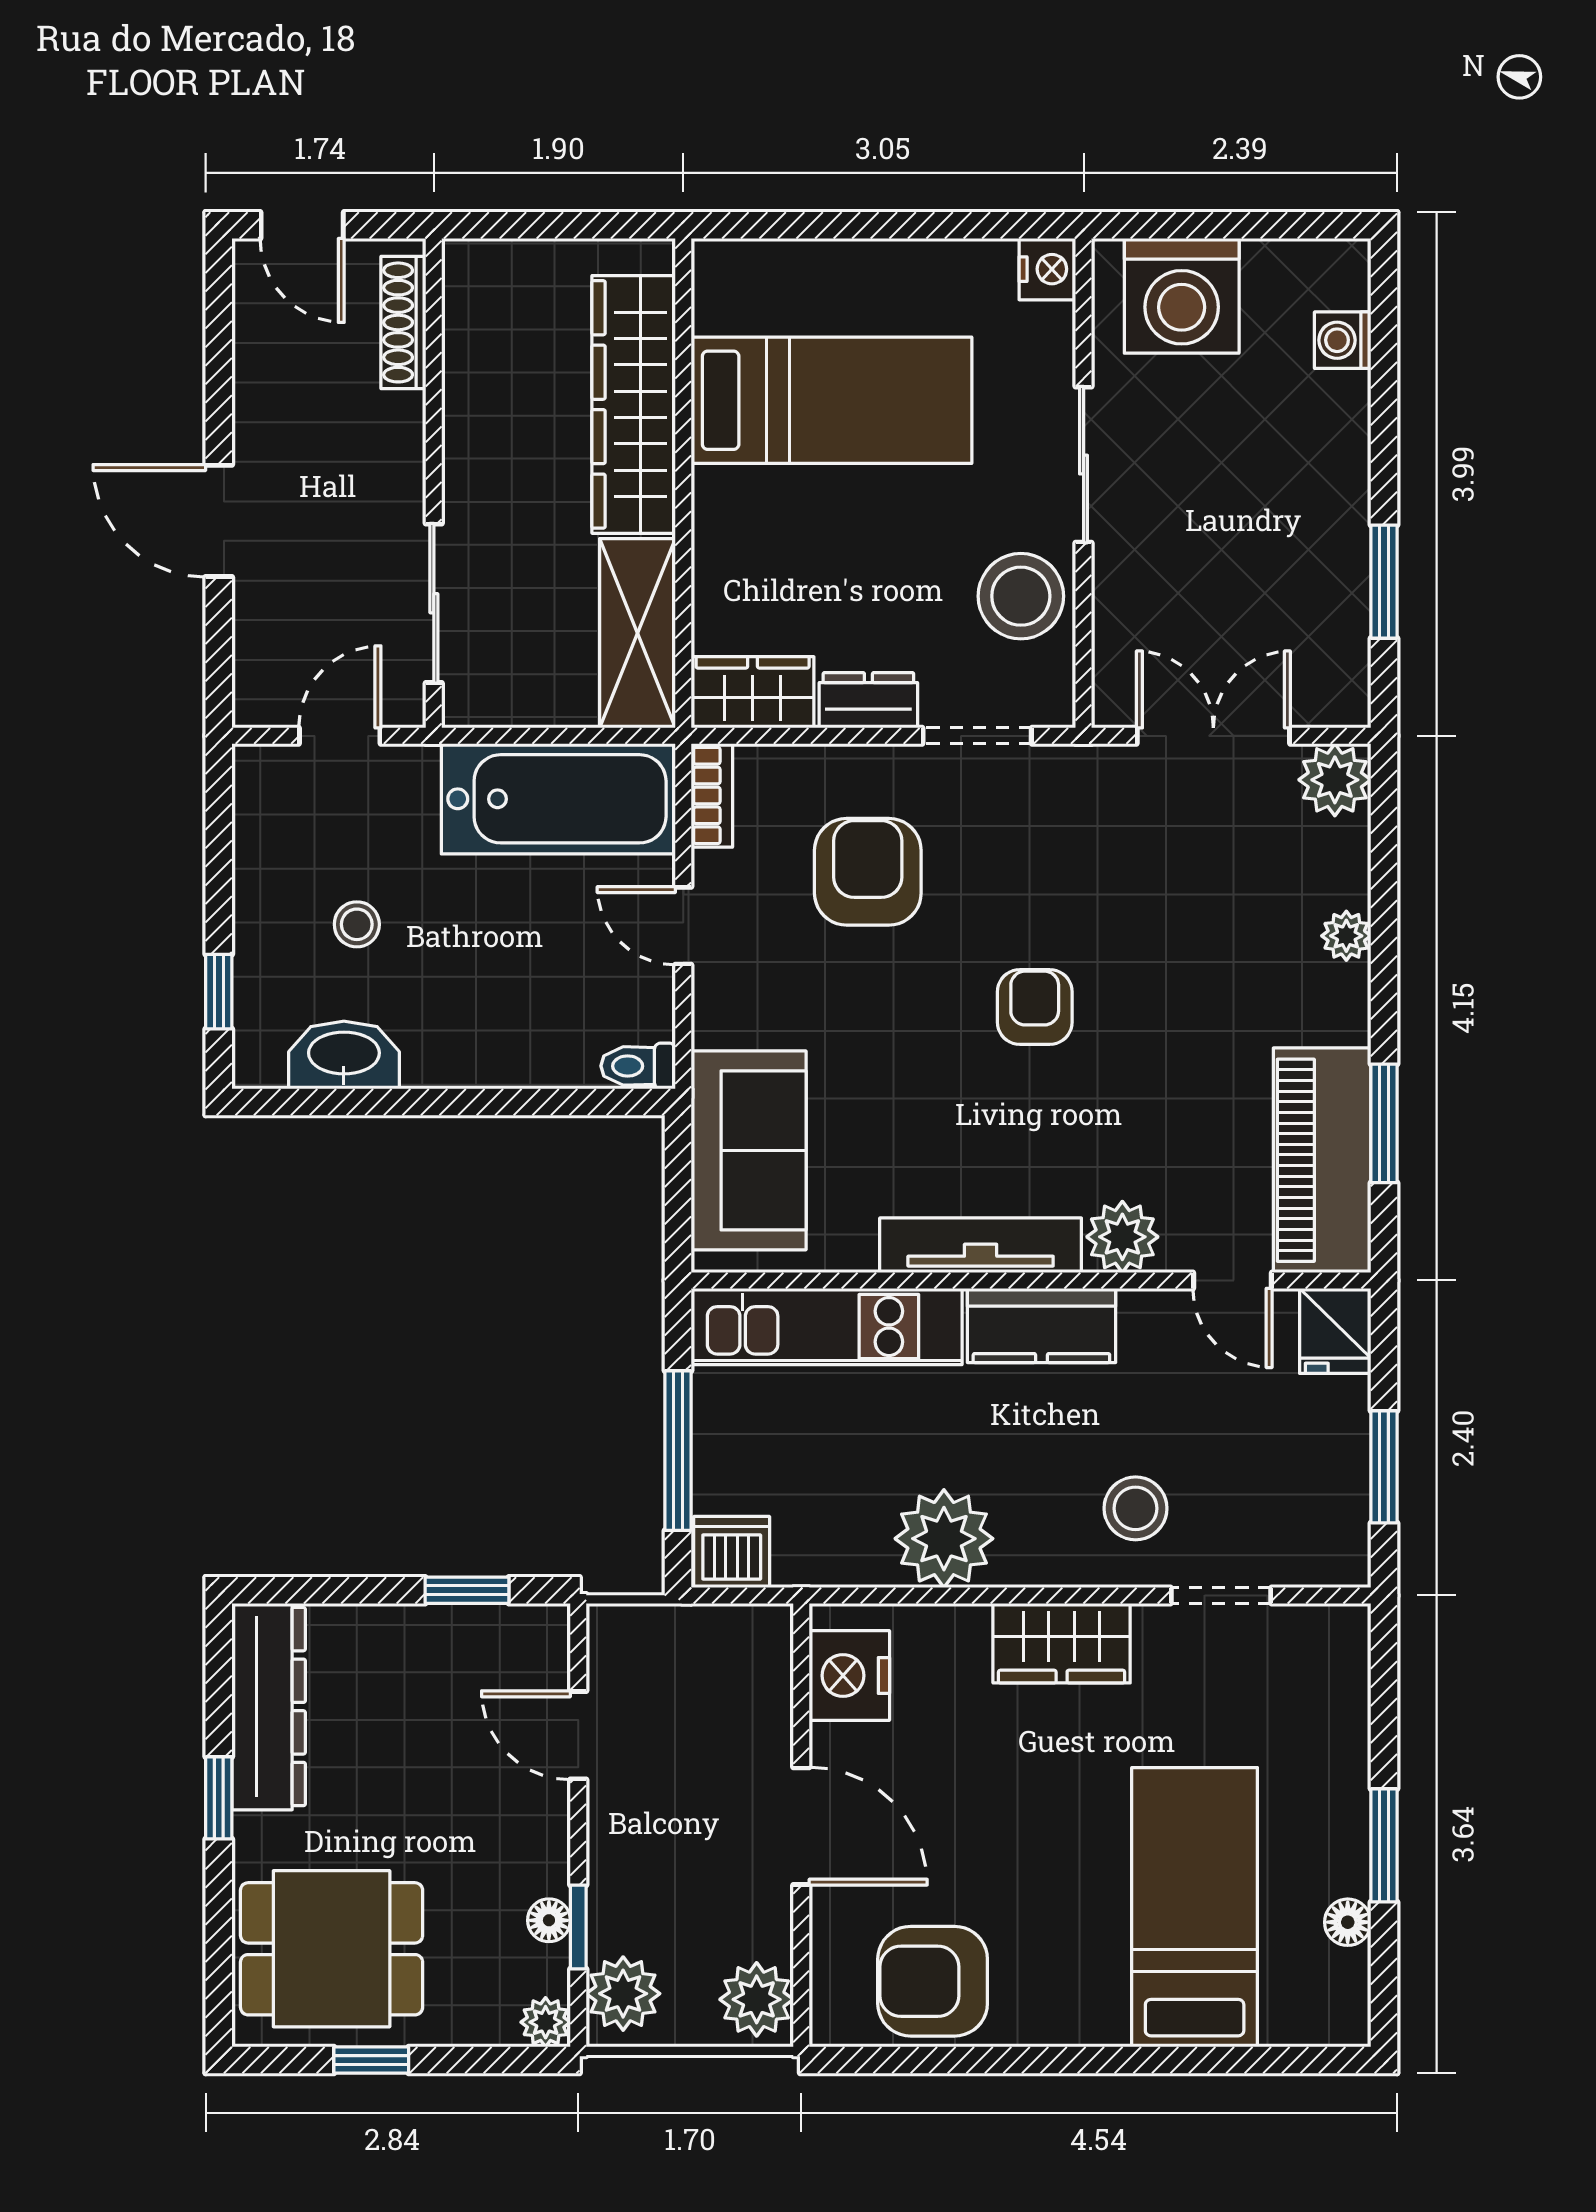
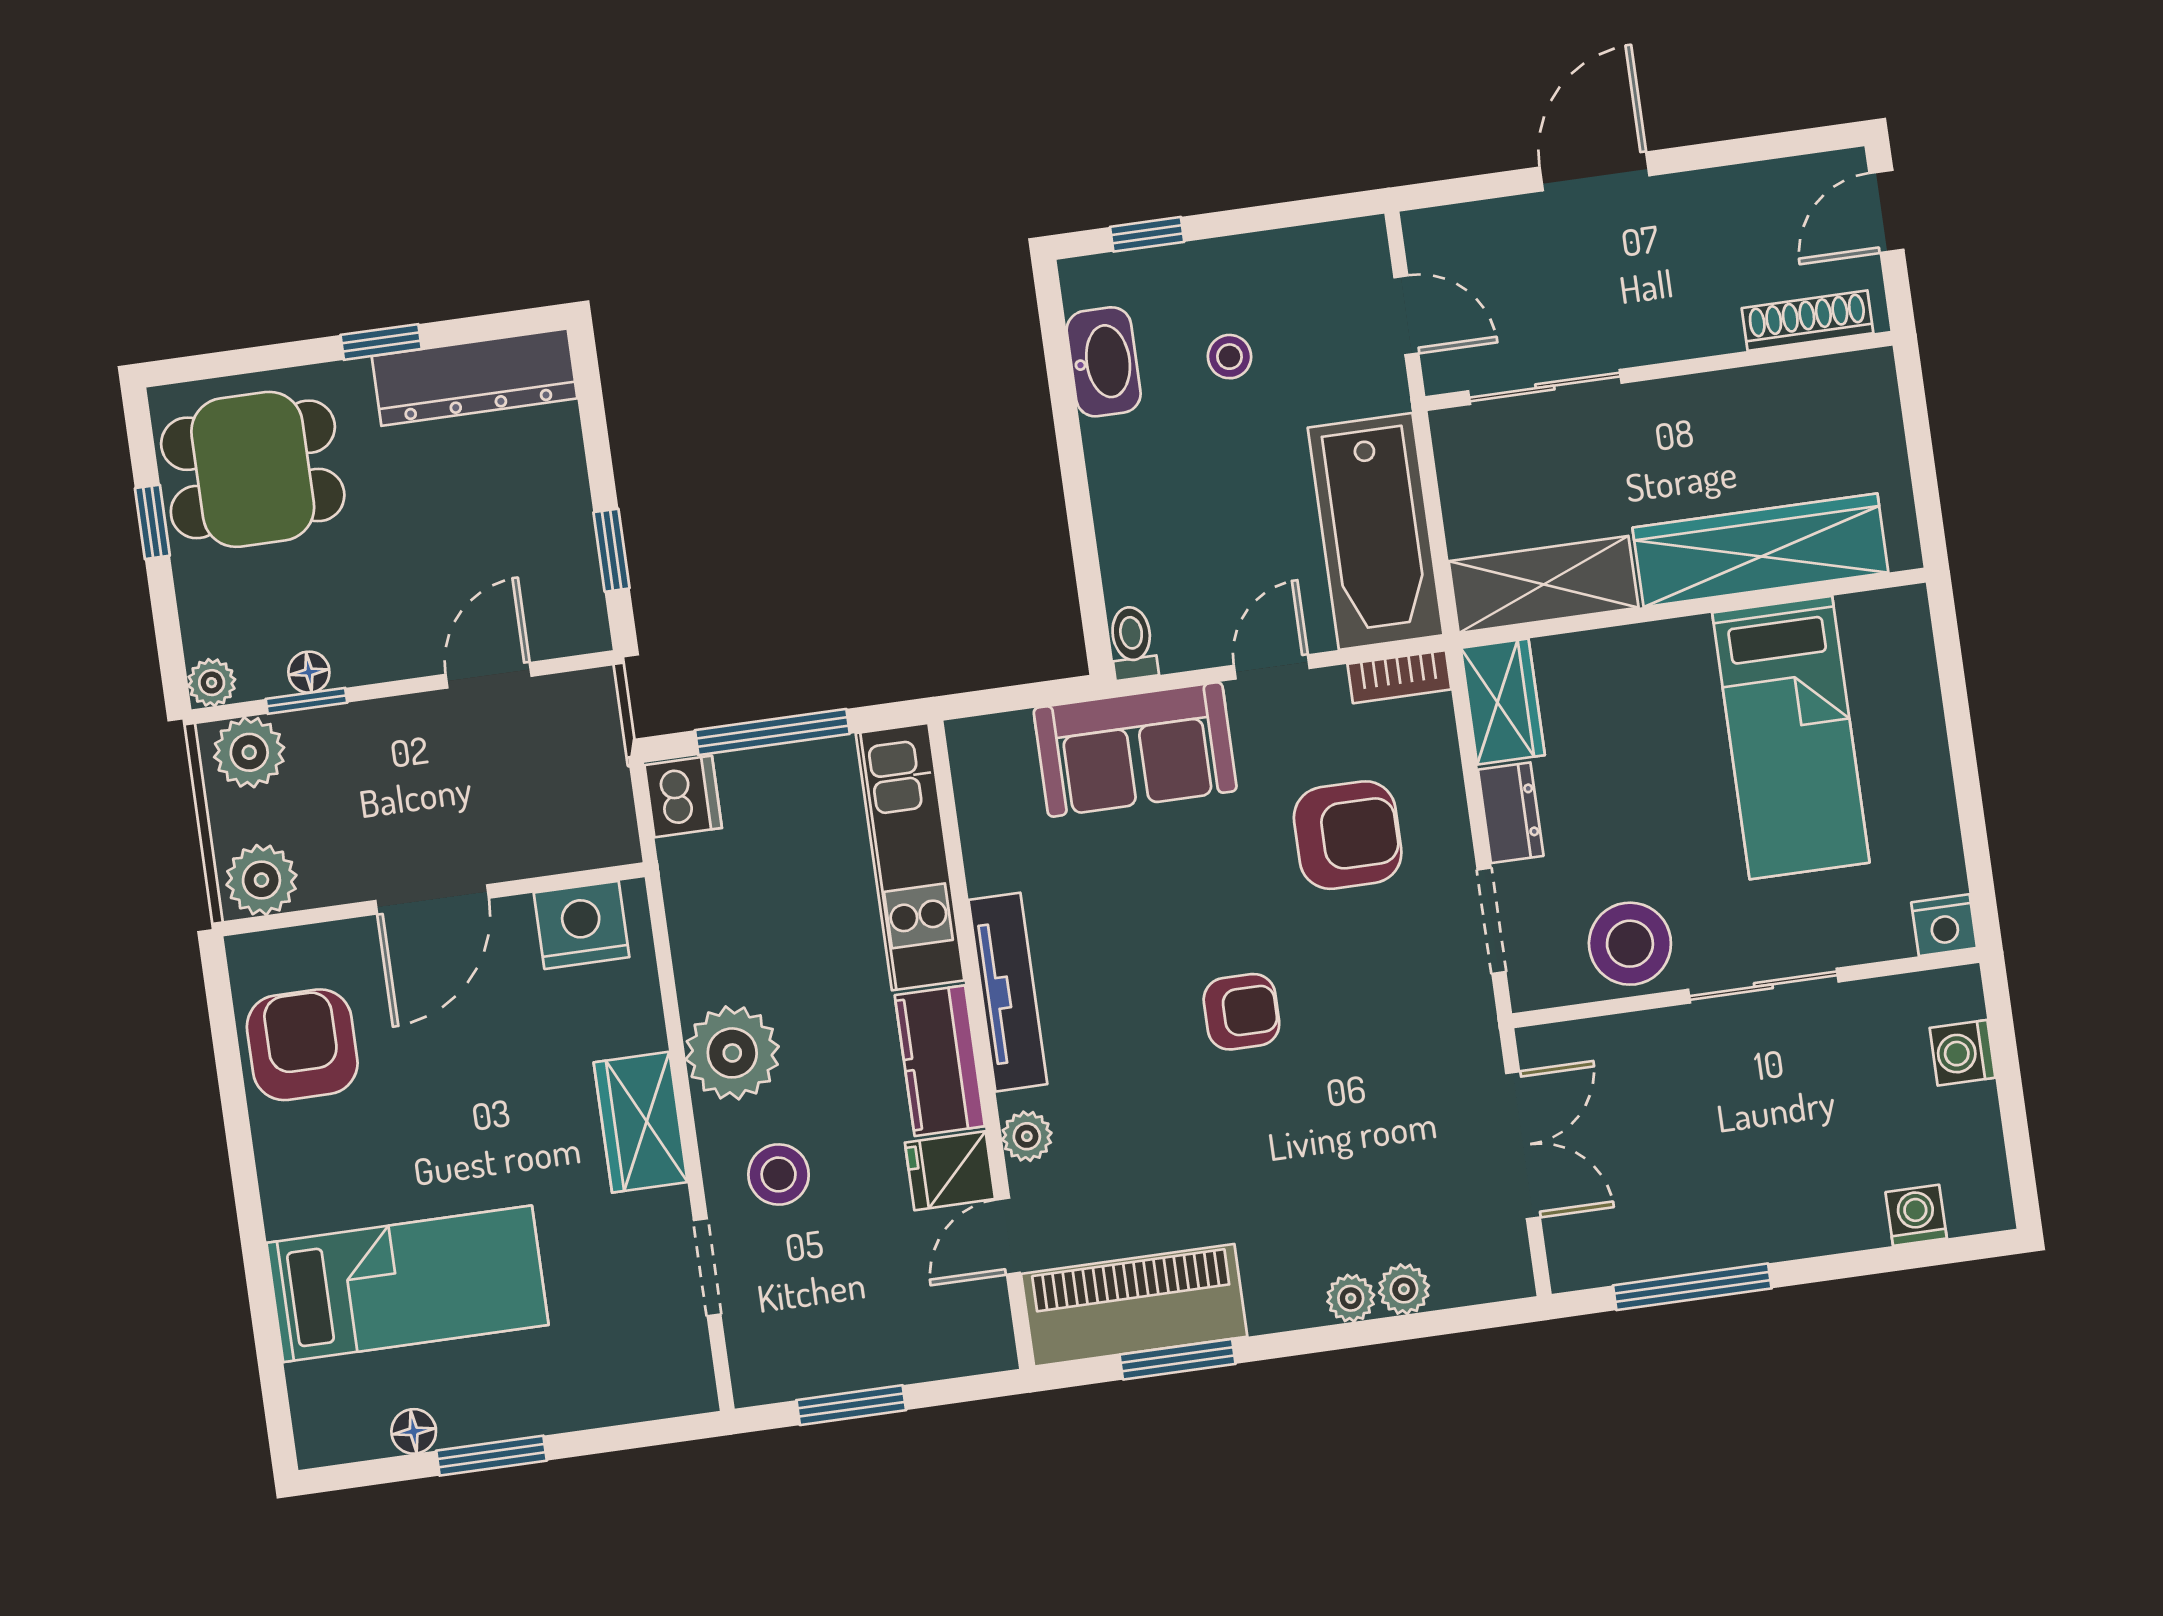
washing machine: (1182, 296) -> (1963, 1053), width x0.53, depth x0.53
window: (1384, 582) -> (1692, 1287), width x1.44
plant: (1335, 780) -> (1404, 1289), moved, width x0.73, depth x0.73
sofa: (749, 1150) -> (1135, 749), moved
plant: (1122, 1237) -> (1027, 1136), width x0.73, depth x0.73
fridge: (1335, 1331) -> (950, 1171), moved
plant: (944, 1539) -> (732, 1053), moved
dining table: (332, 1949) -> (253, 469), turned 90

